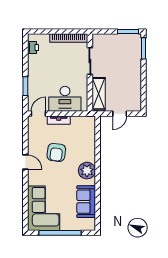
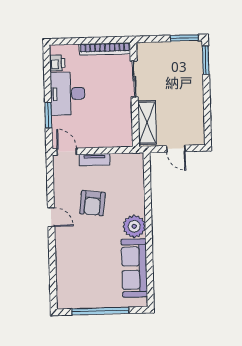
desk: (65, 99) -> (68, 94), moved, turned 90
door: (38, 114) -> (67, 152), hinge flipped
door: (120, 114) -> (176, 149), hinge flipped
sofa: (86, 202) -> (134, 268), width x1.36
corner sofa: (44, 208) -> (77, 279), removed

